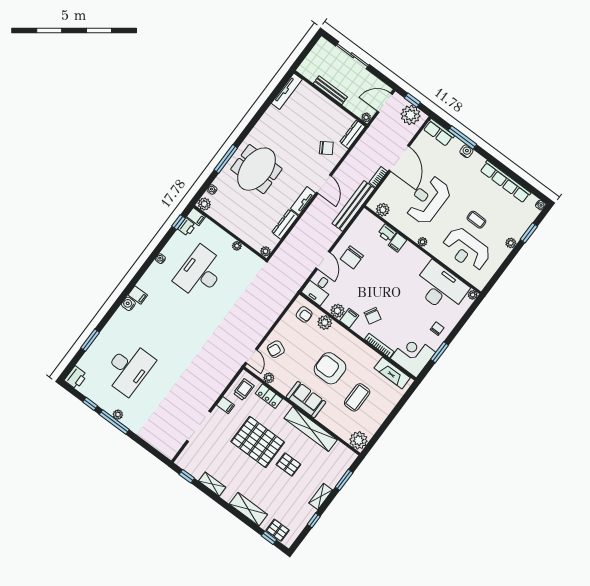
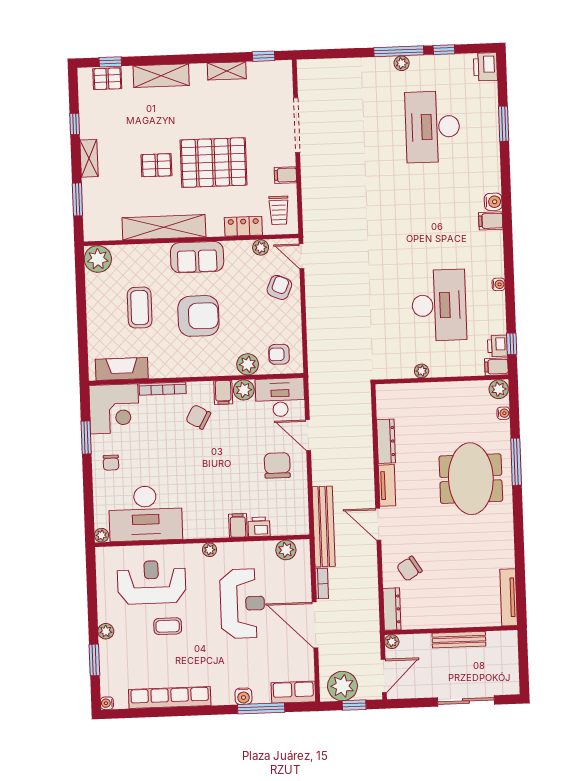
plant: (265, 251) -> (383, 391), removed
desk: (318, 289) -> (280, 397), width x1.37

